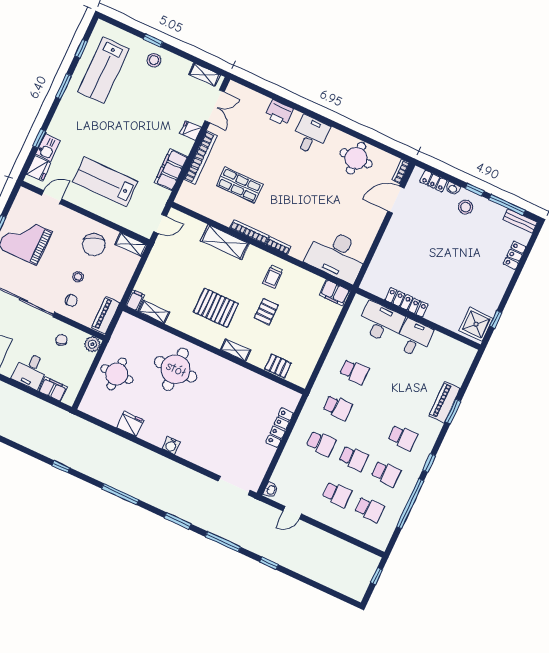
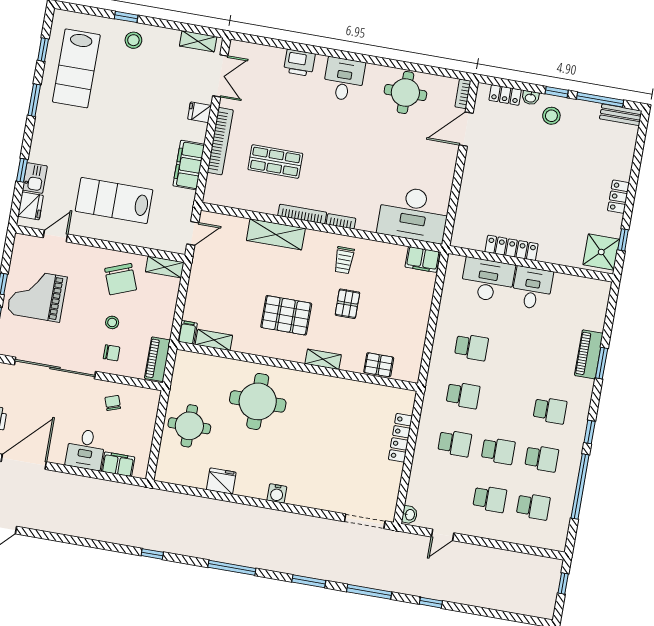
locker: (515, 255) -> (618, 197), moved
plant: (92, 344) -> (151, 398), removed

